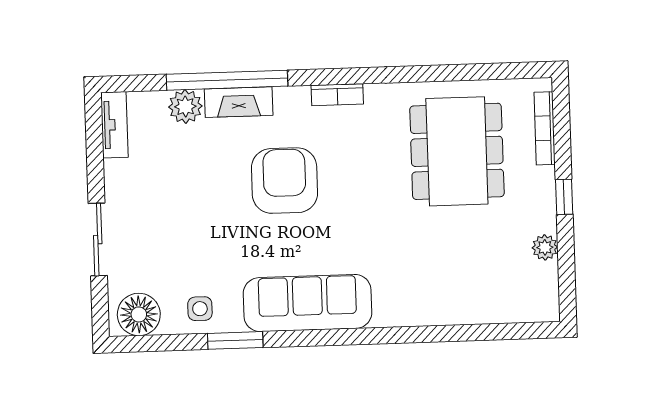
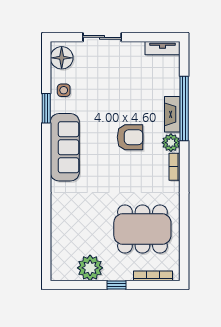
plant: (185, 107) -> (171, 143), moved
armchair: (284, 181) -> (130, 137), width x0.73, depth x0.73
plant: (545, 247) -> (90, 268), width x1.88, depth x1.88

